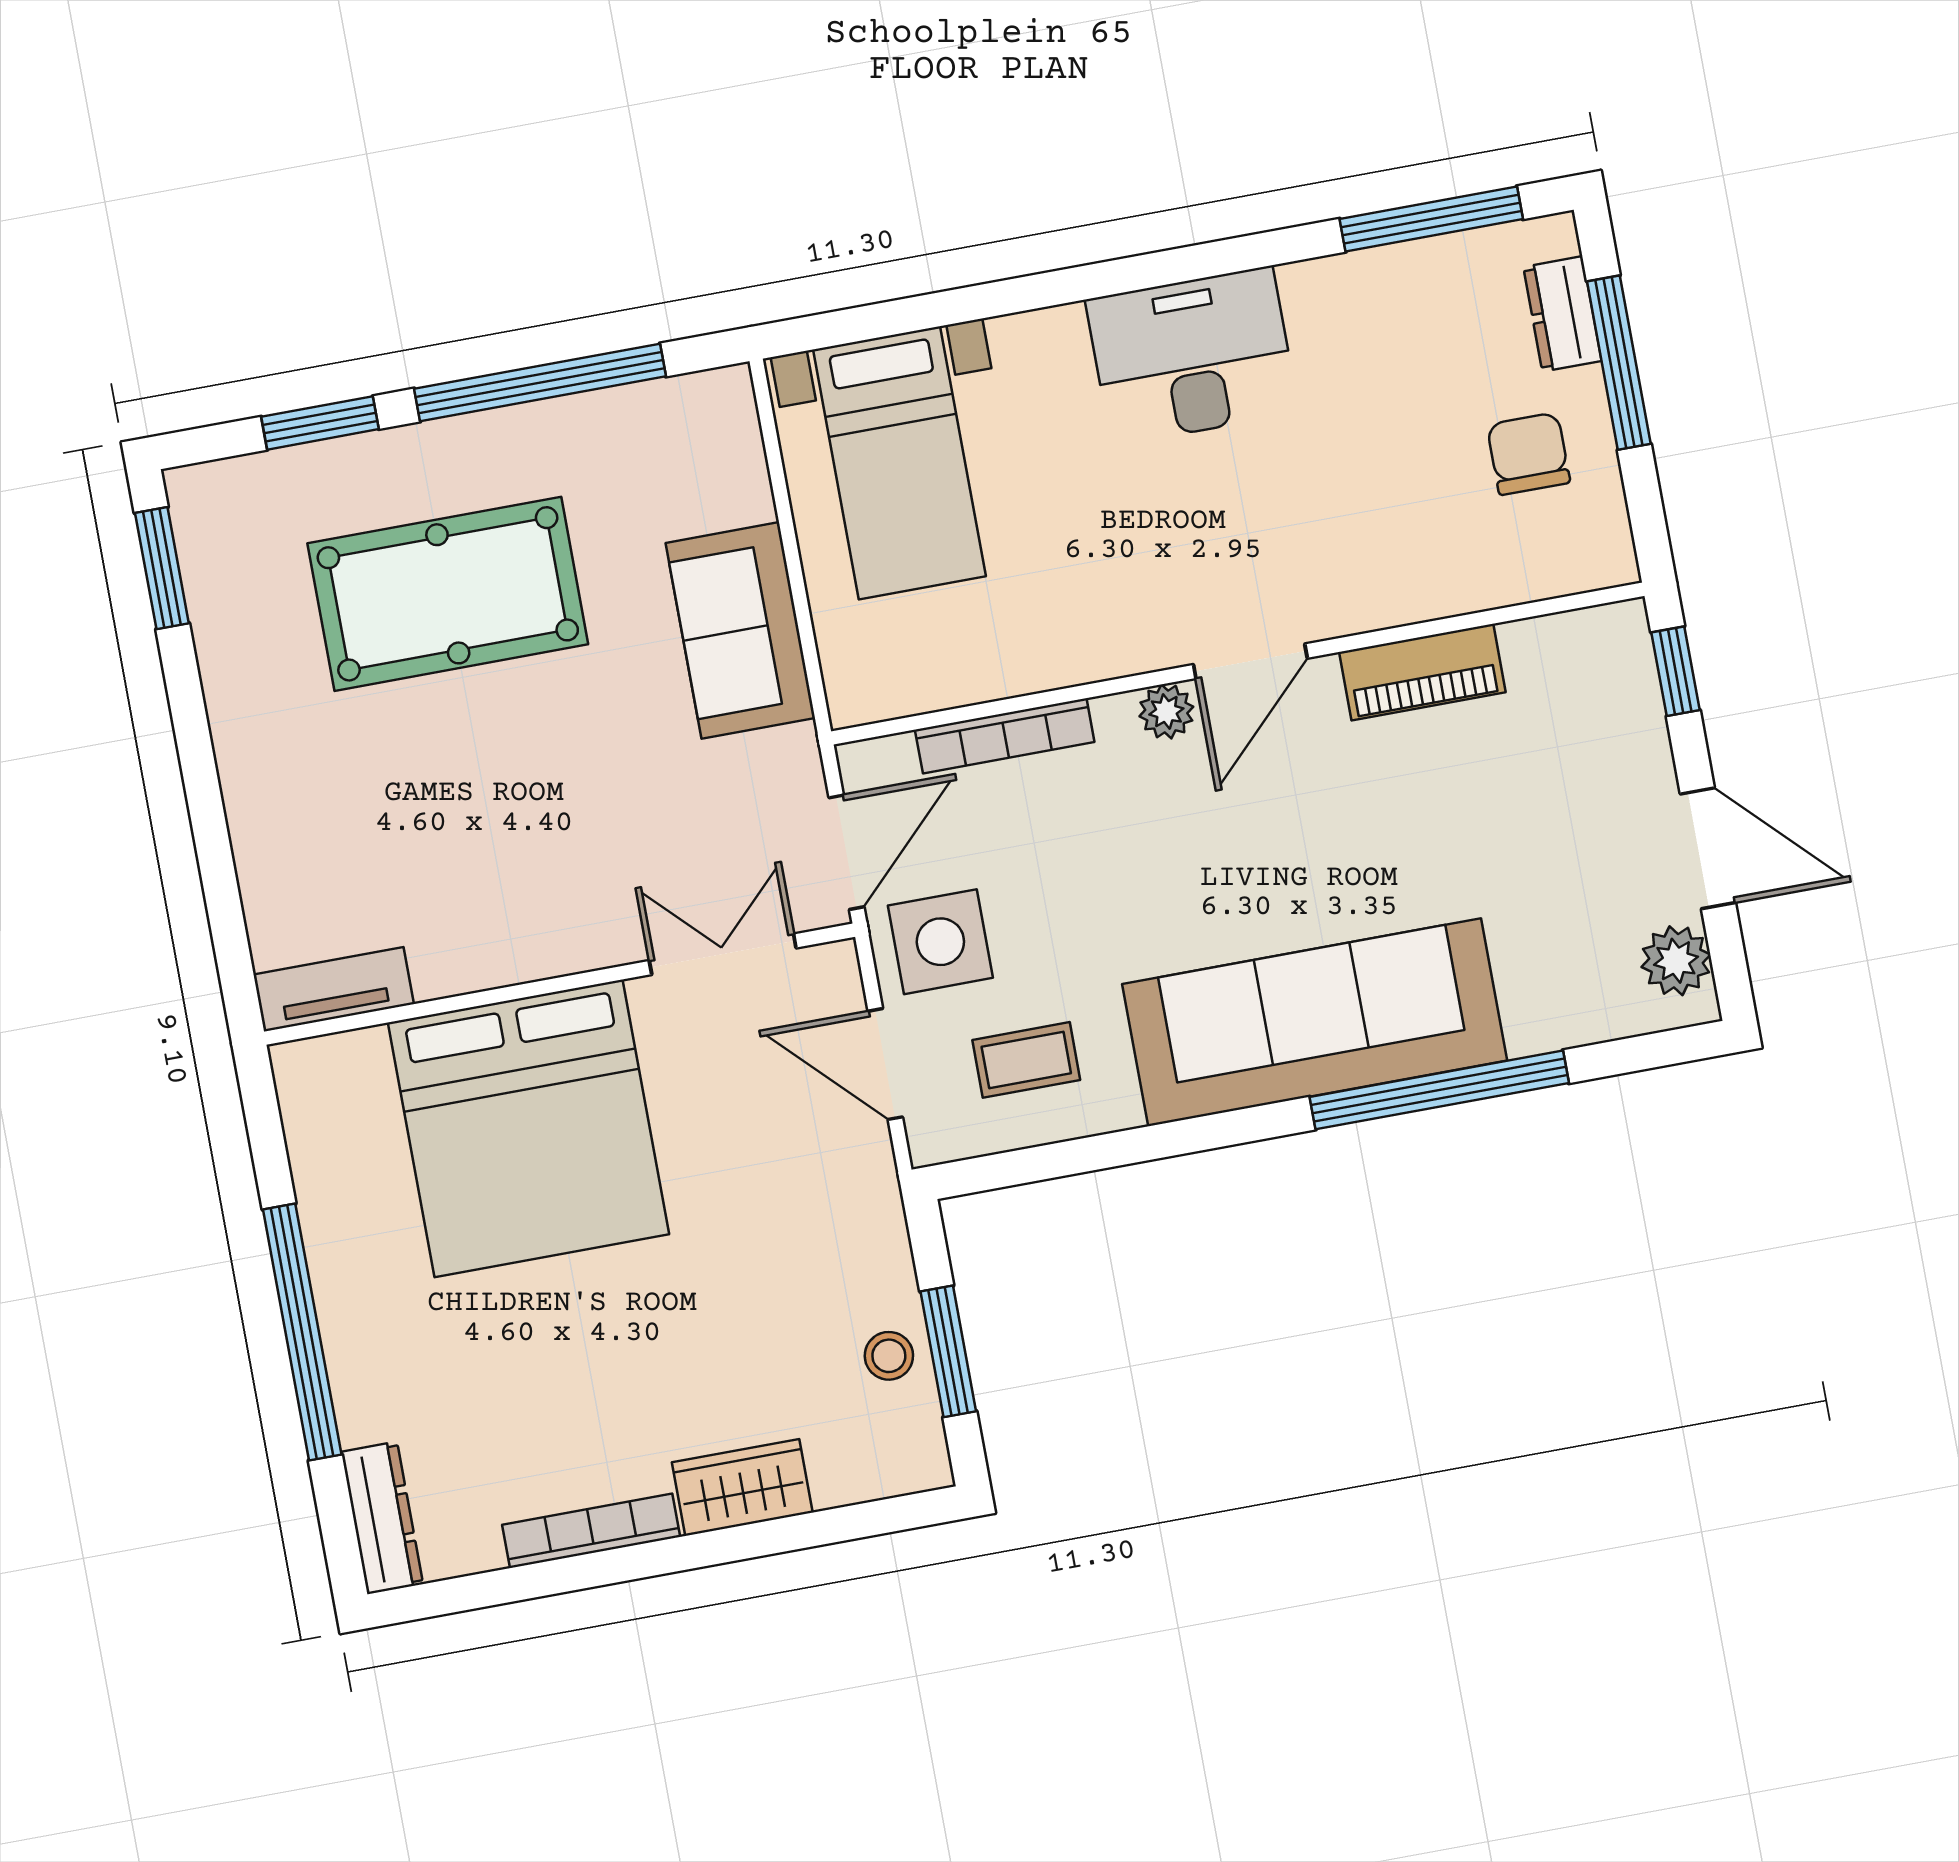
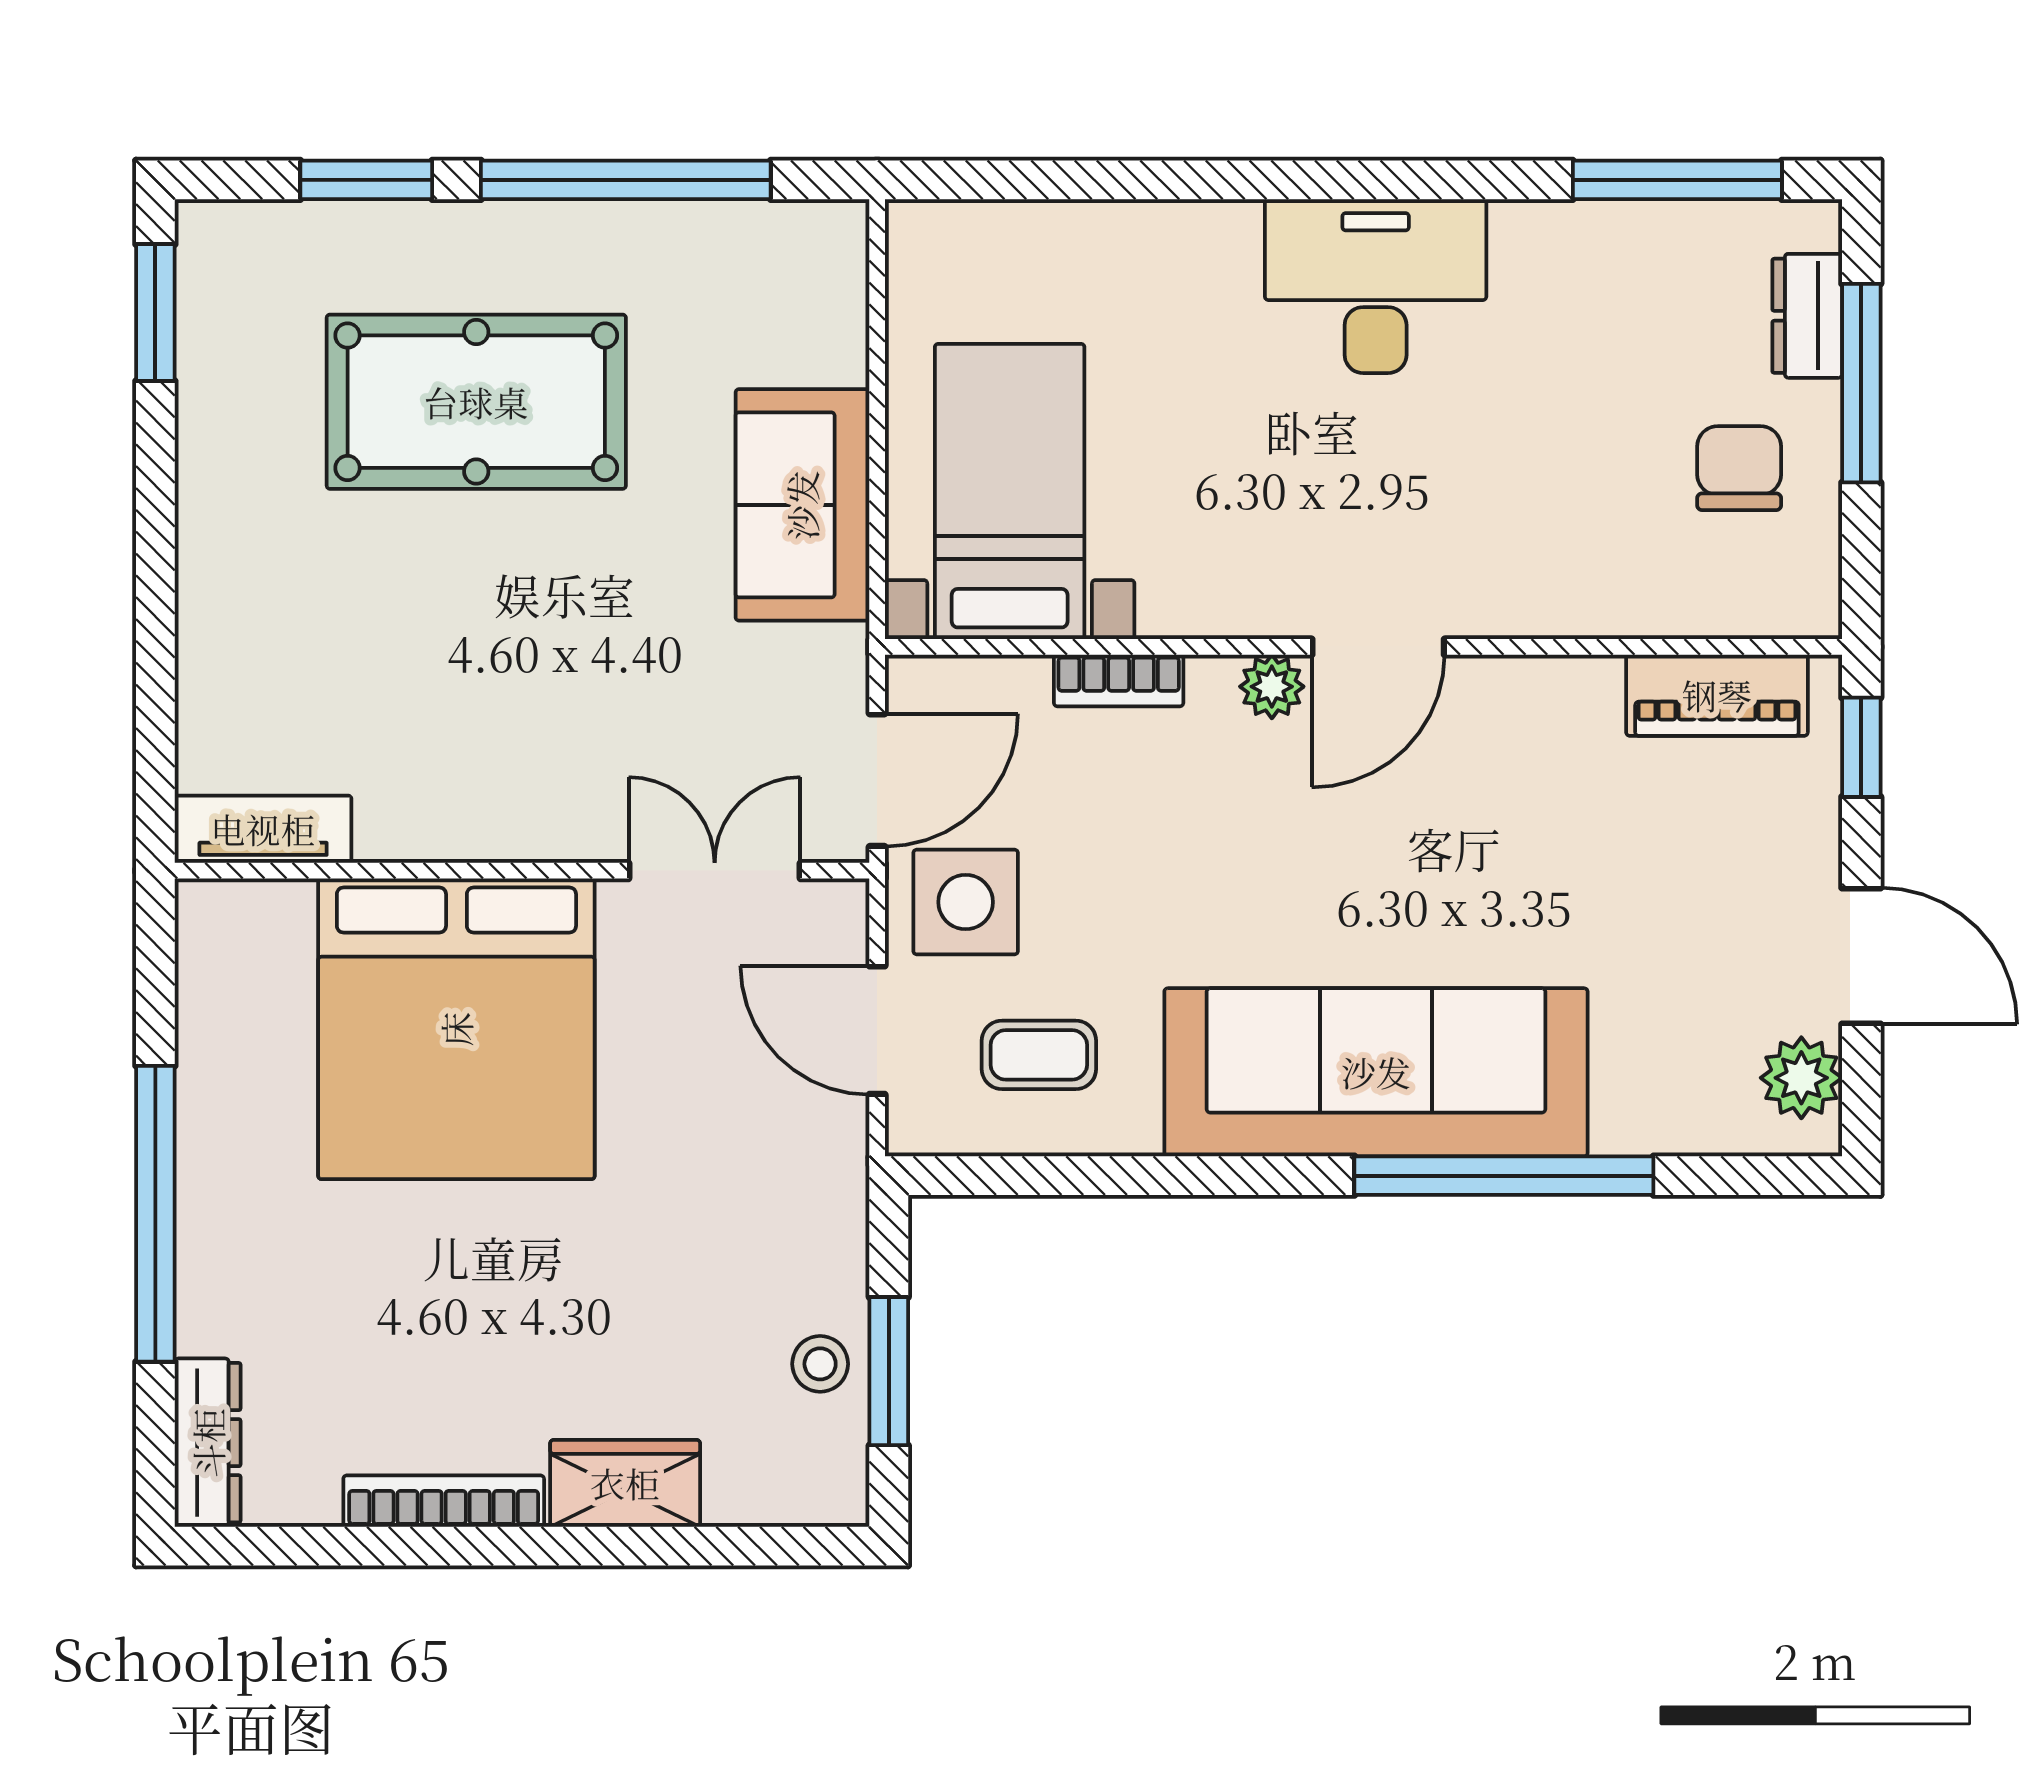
bed with nightstands: (899, 463) -> (1010, 491), moved, turned 180
piano: (1422, 672) -> (1717, 695), moved
bookcase: (1005, 736) -> (1119, 680), width x0.64

